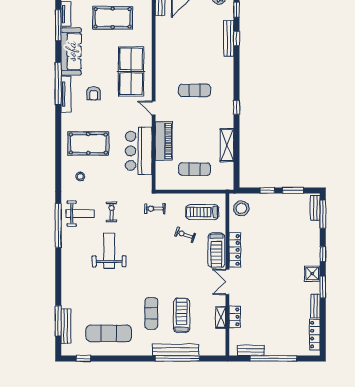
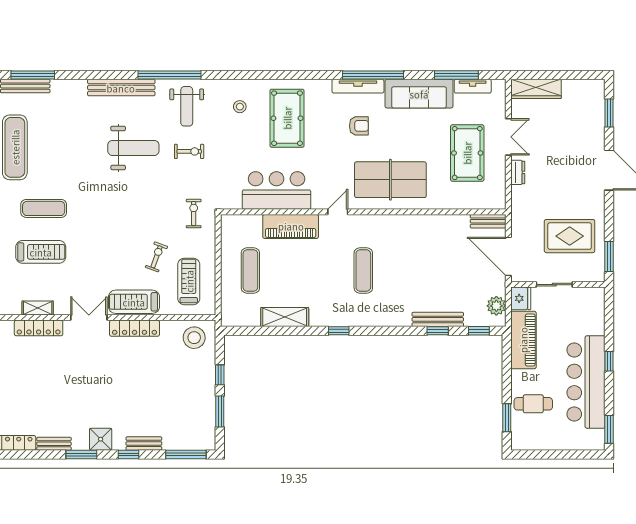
armchair: (94, 93) -> (359, 126), turned 180
bench: (315, 208) -> (144, 443), moved
bench: (67, 259) -> (121, 88), added
locker: (235, 317) -> (39, 328), width x1.53

